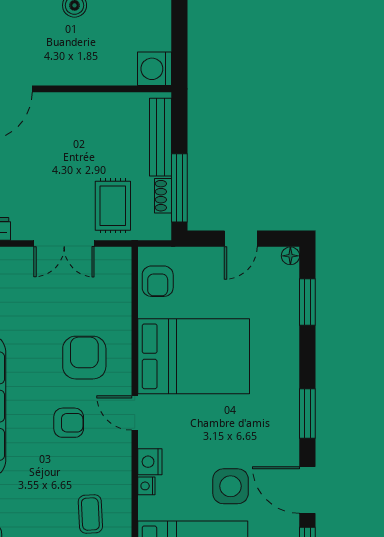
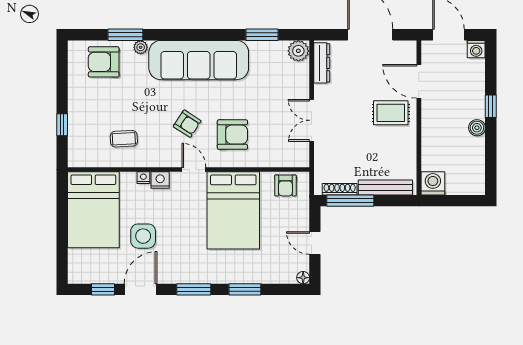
shoe rack: (163, 196) -> (340, 189), width x1.43
rug: (113, 206) -> (391, 113), moved
armchair: (158, 281) -> (285, 185), turned -90
window: (307, 302) -> (245, 289), moved
door: (135, 413) -> (194, 170), hinge flipped
armchair: (69, 423) -> (187, 124), turned -57

